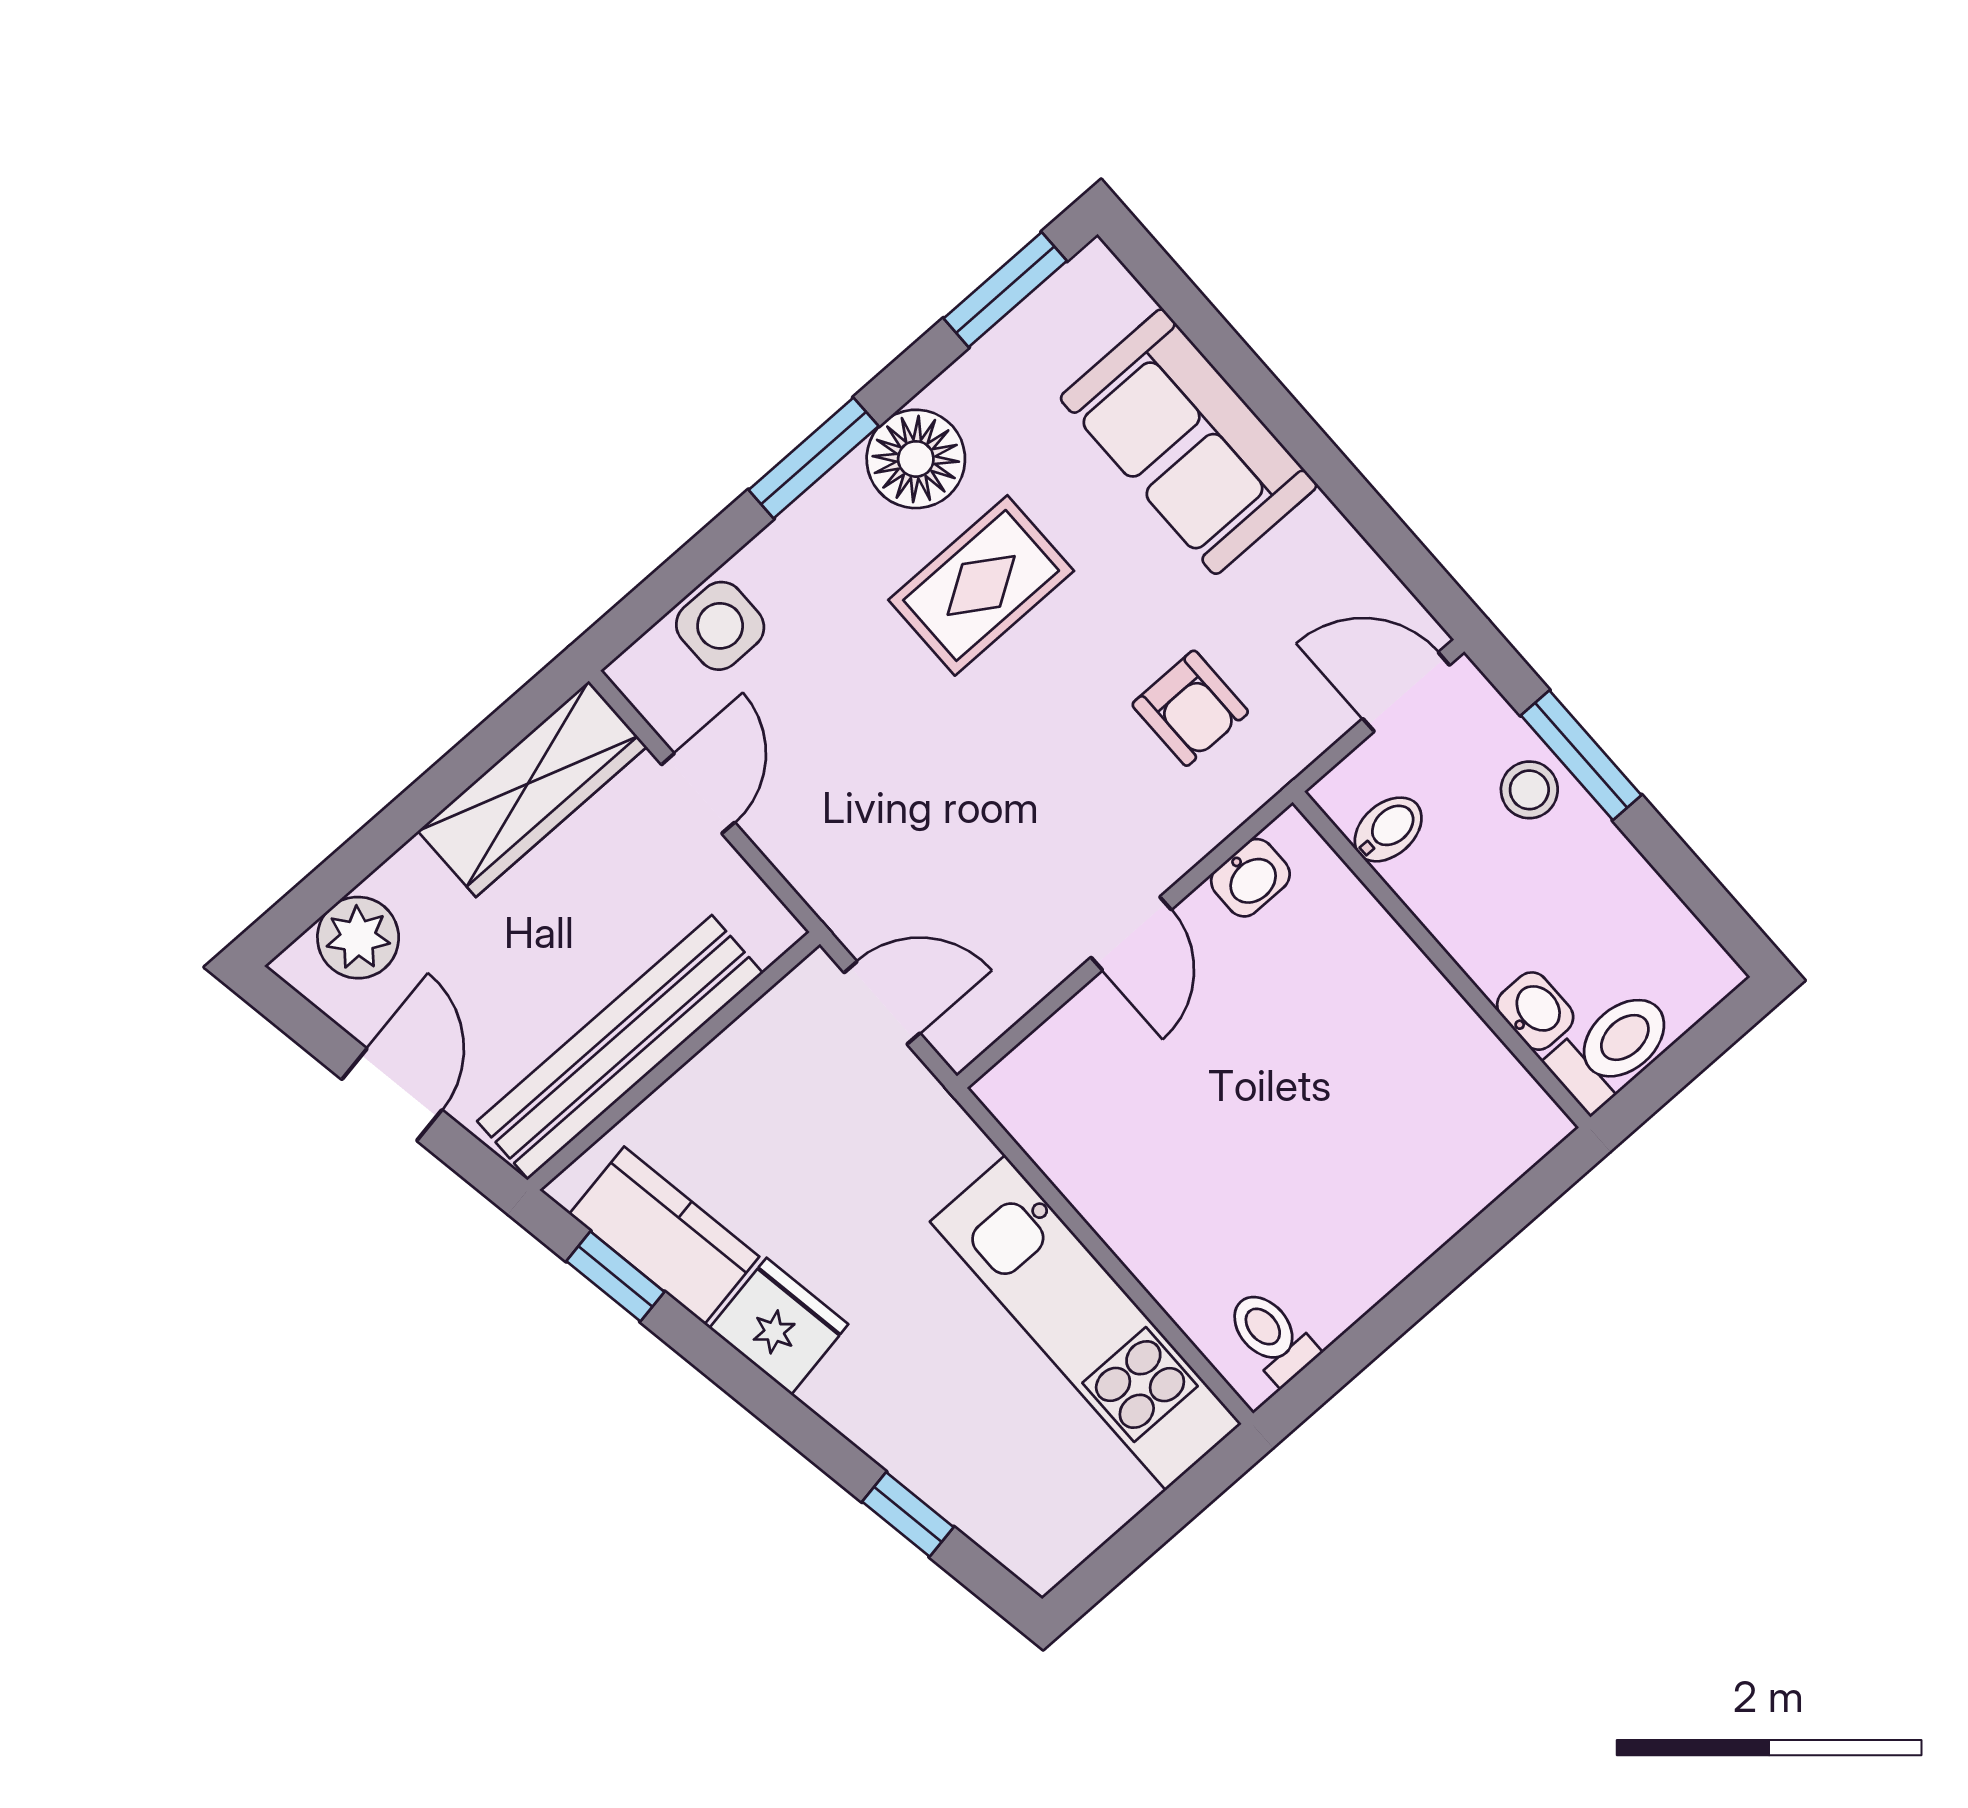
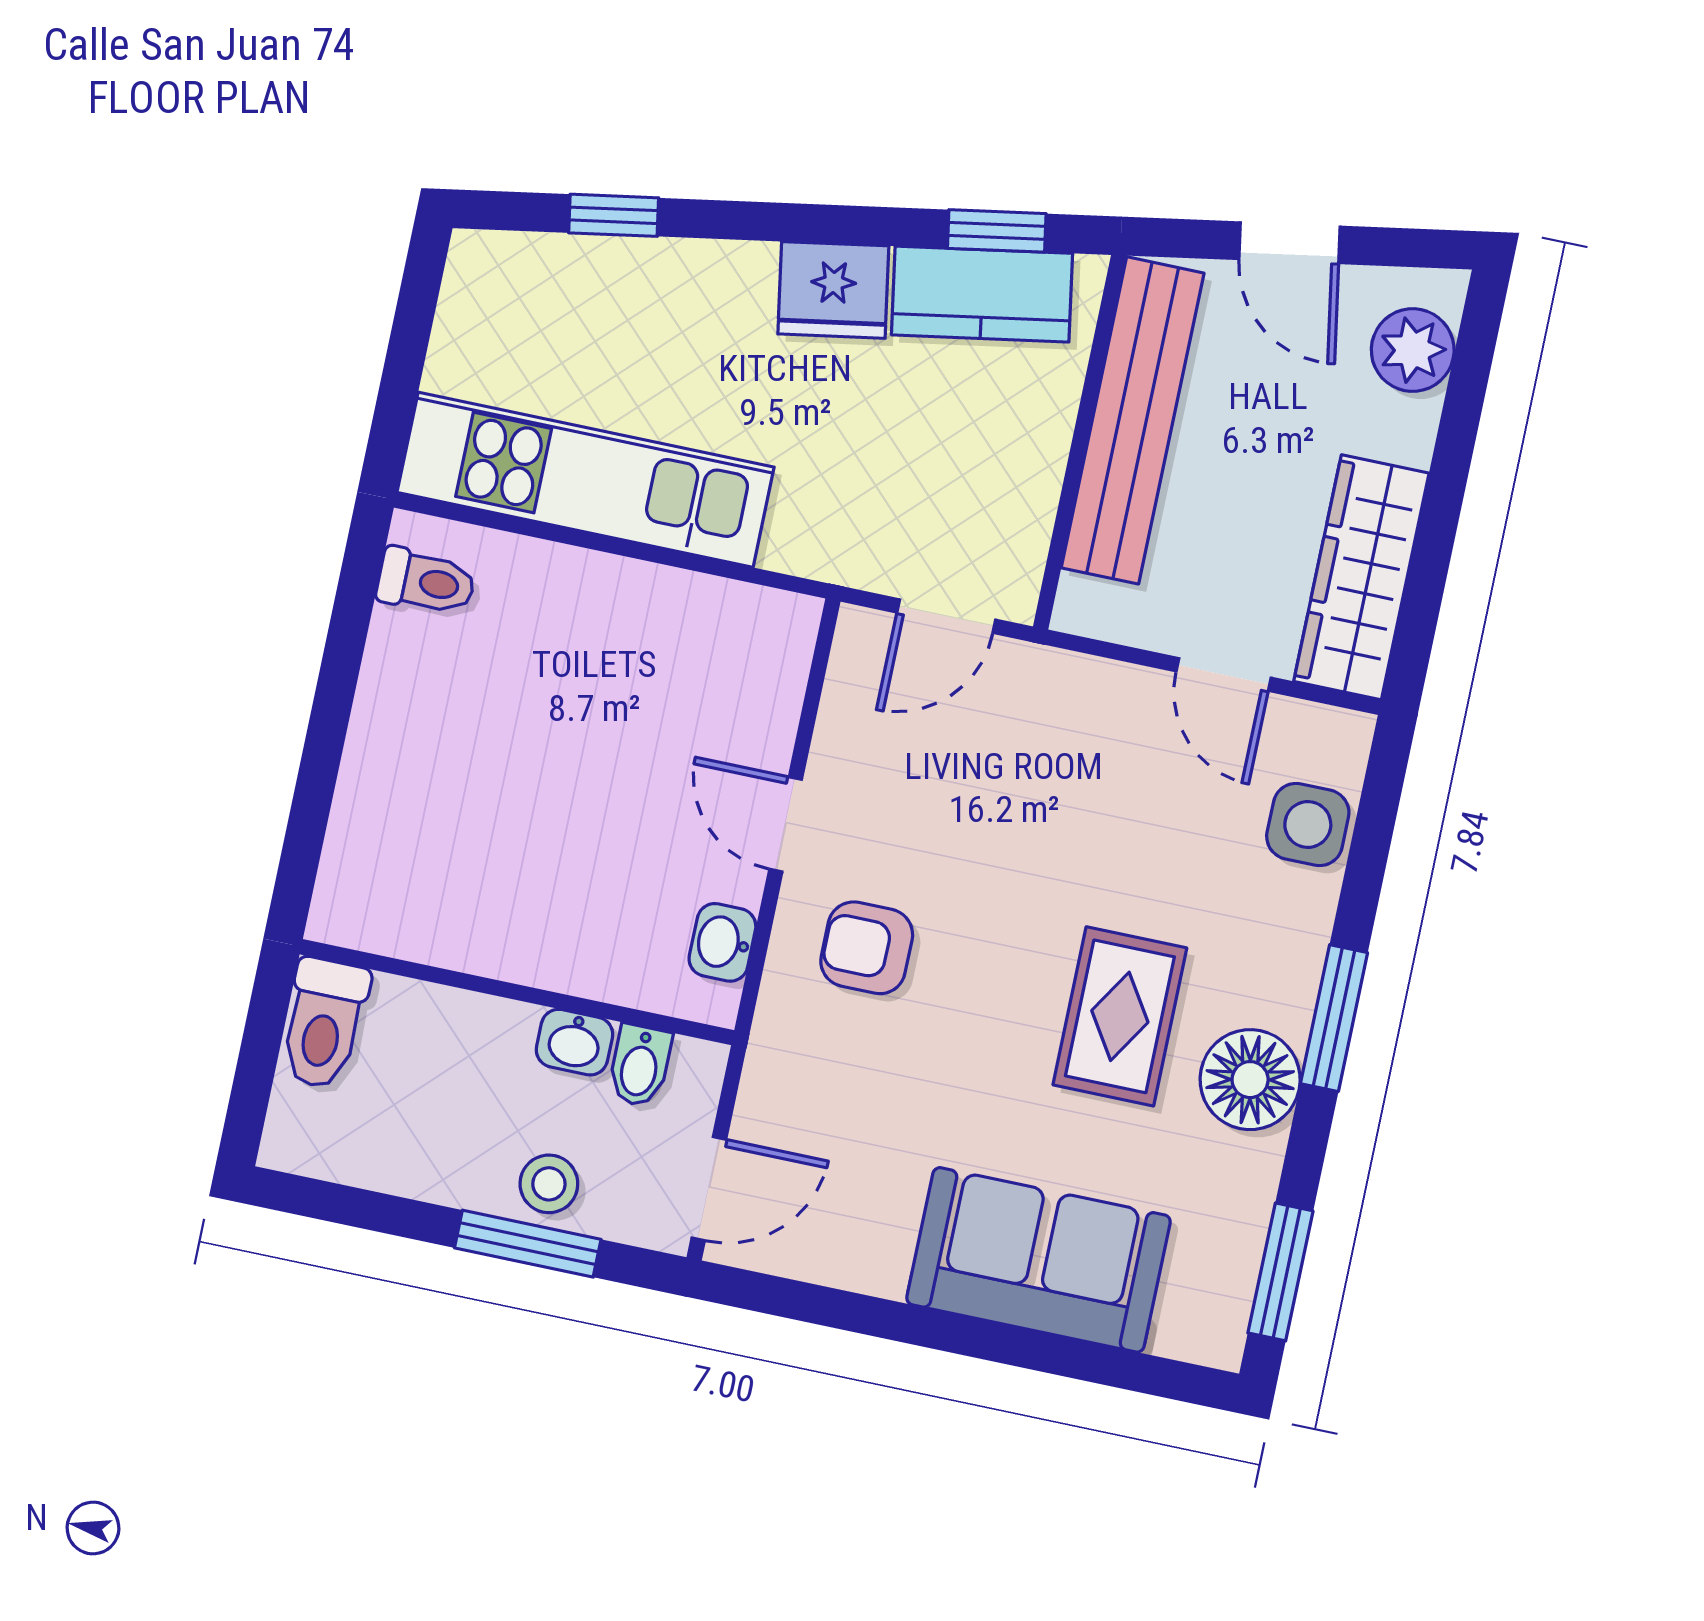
armchair: (1190, 708) -> (867, 948), moved
washbasin: (1535, 1011) -> (574, 1042), moved

